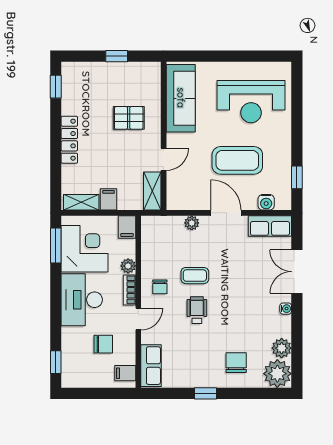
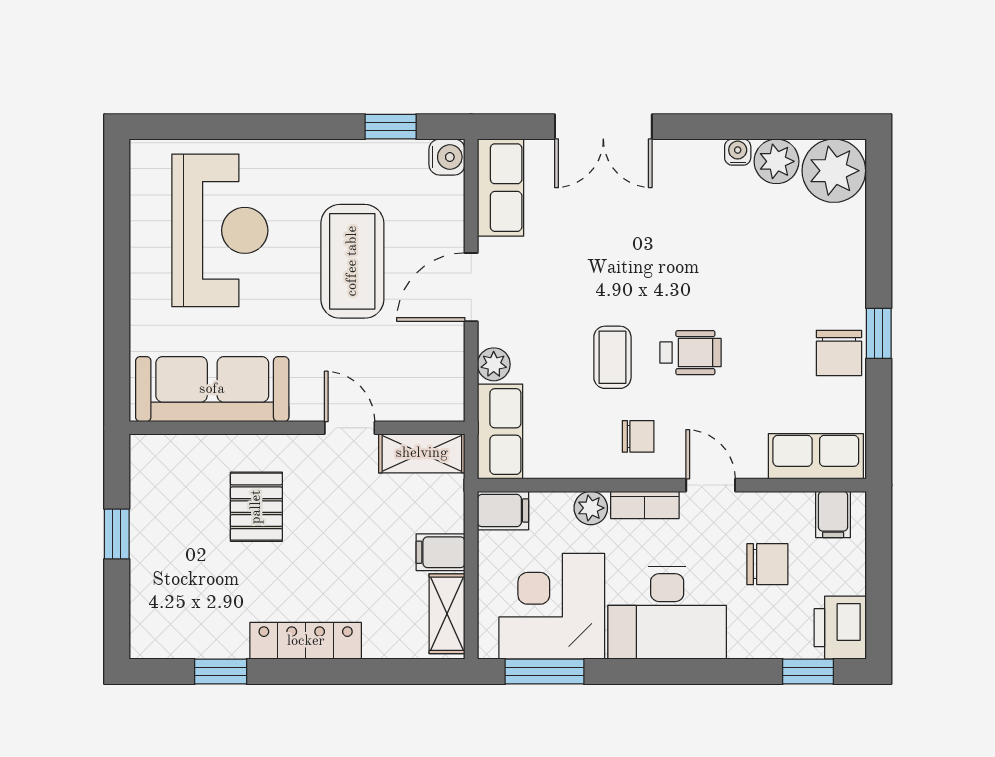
window: (56, 87) -> (221, 672), moved
water cooler: (266, 202) -> (447, 157), moved
row of seats: (162, 226) -> (500, 432), added
water cooler: (286, 309) -> (738, 152), moved
wheelchair: (197, 310) -> (691, 353), turned 180
chair: (103, 344) -> (767, 564), turned 90
chair: (236, 363) -> (839, 353), moved, turned -90
printer: (75, 376) -> (840, 628), added

